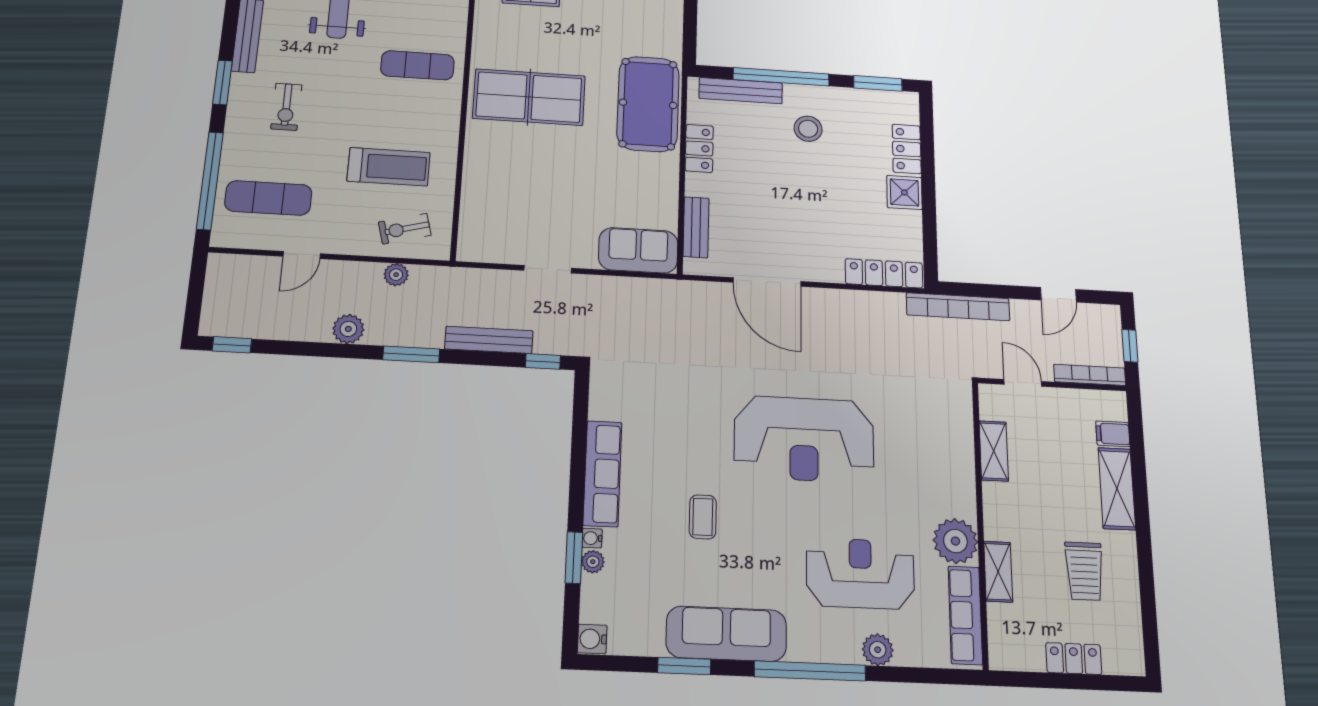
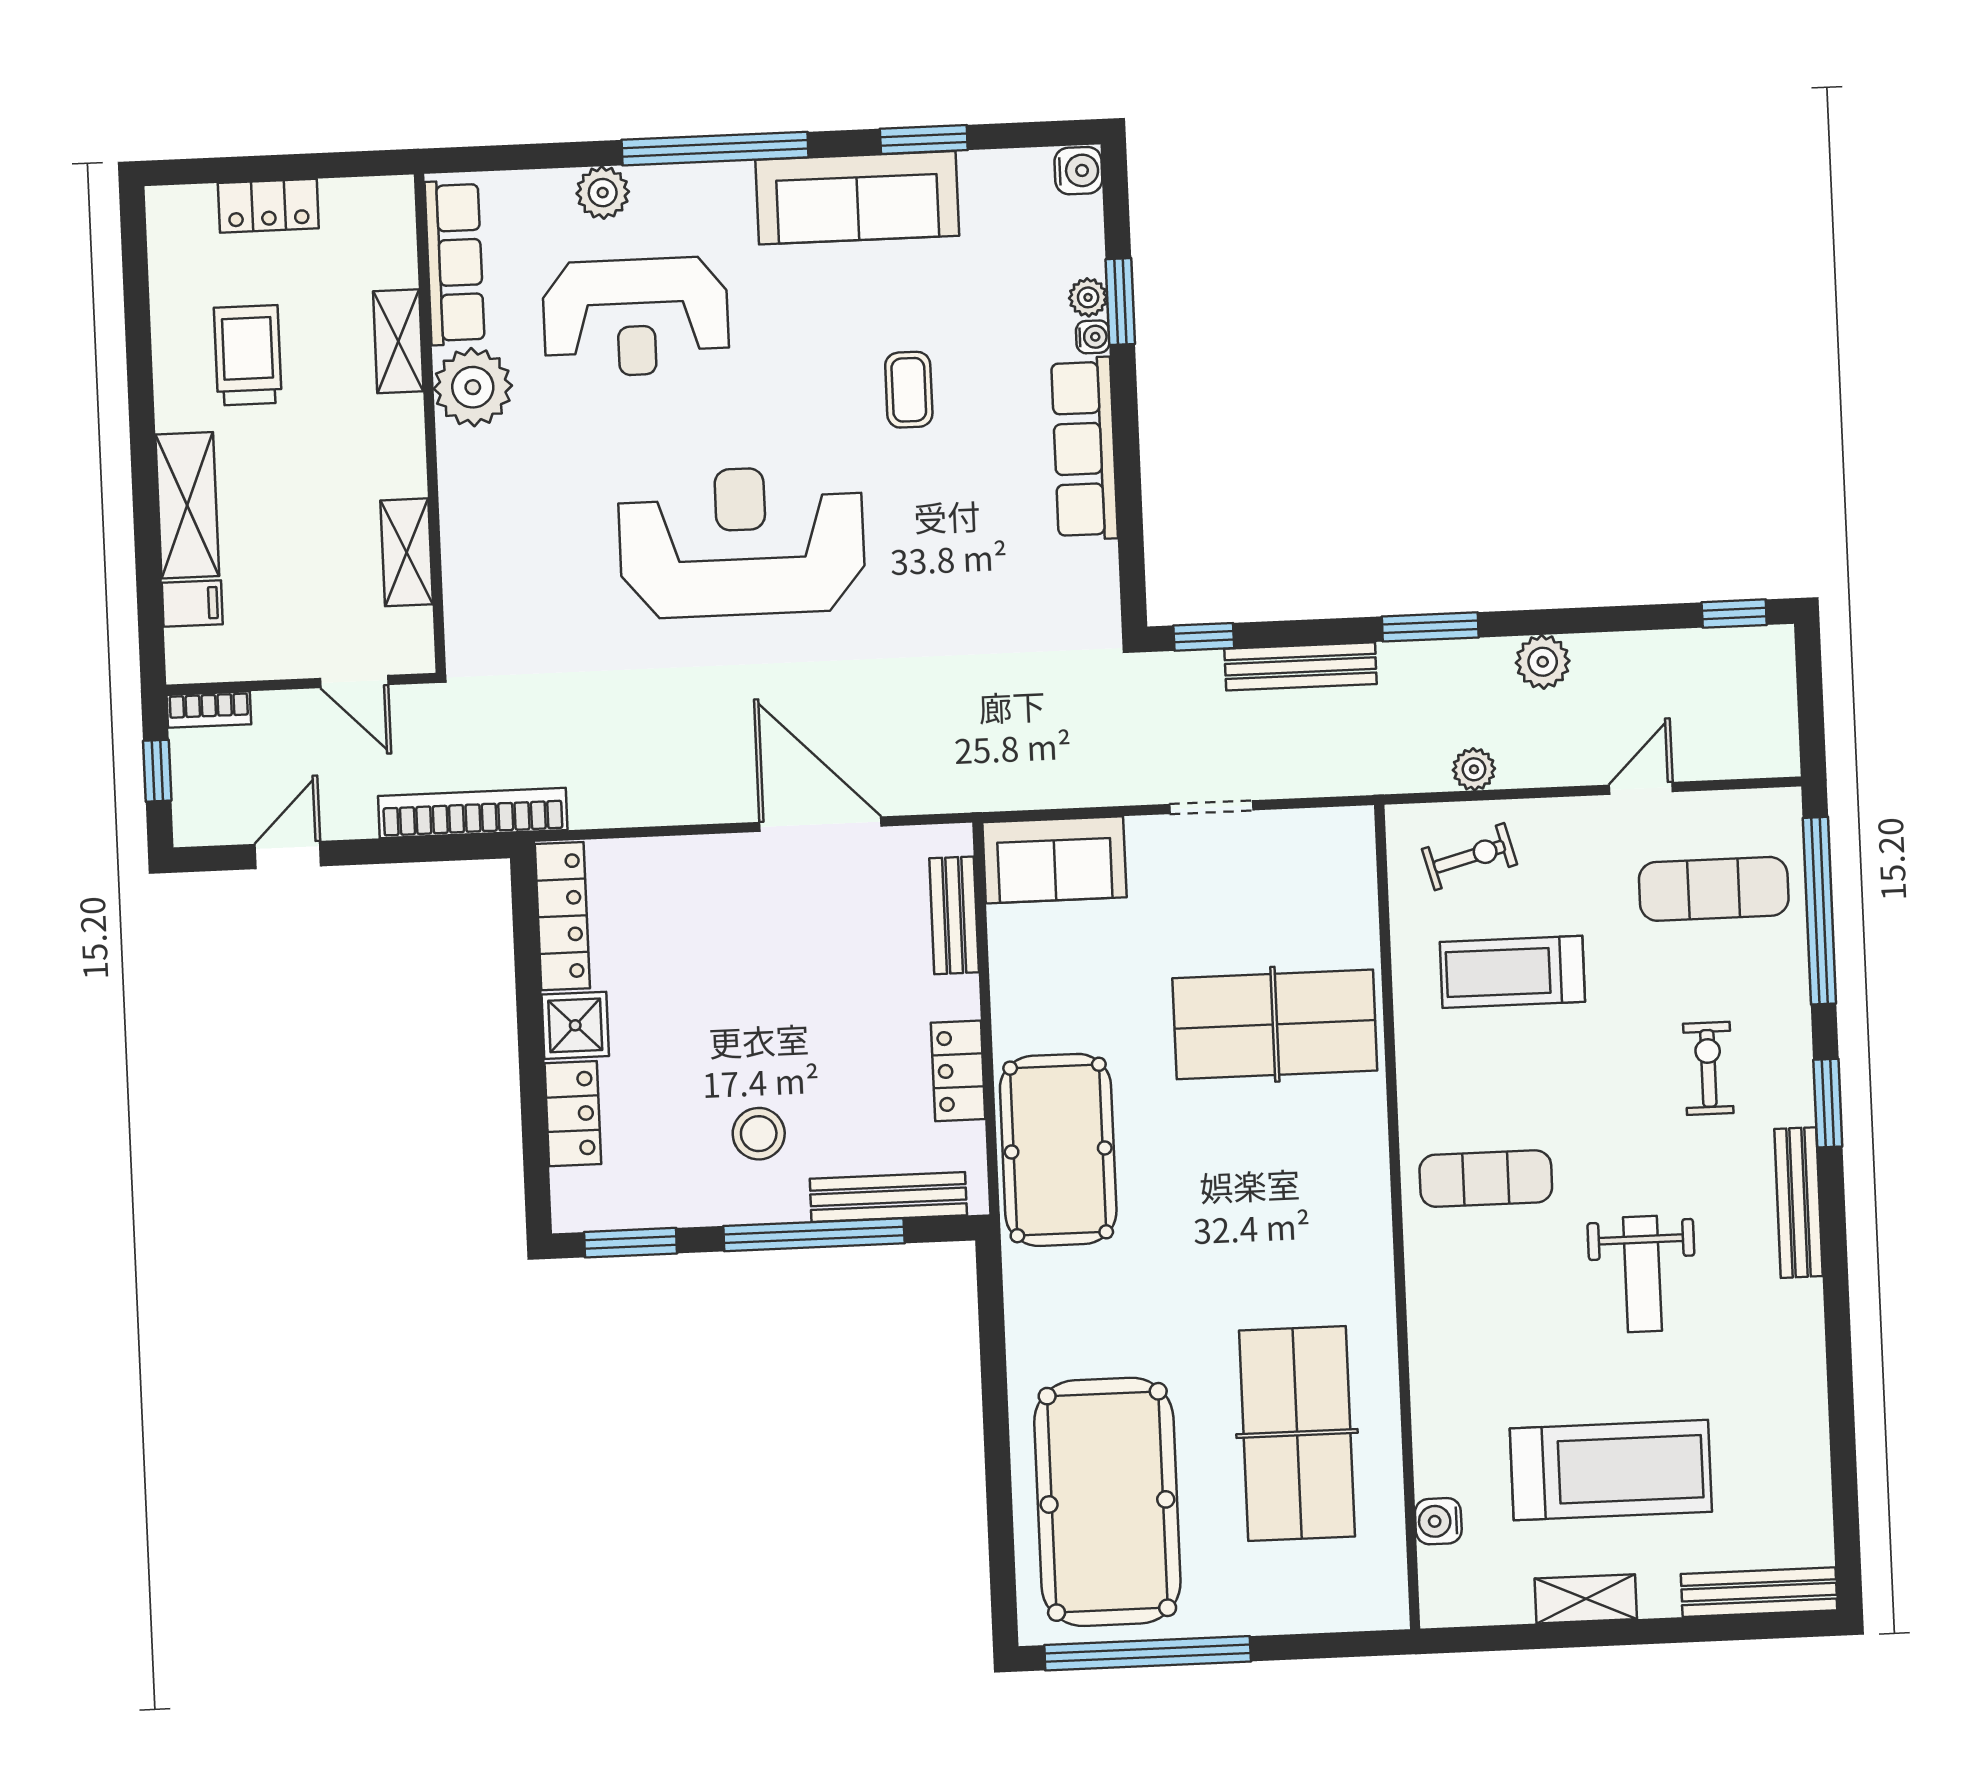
table tennis table: (529, 97) -> (1275, 1024), moved
locker: (884, 273) -> (562, 916), moved, turned -90
bookcase: (1090, 375) -> (209, 710), width x0.64

